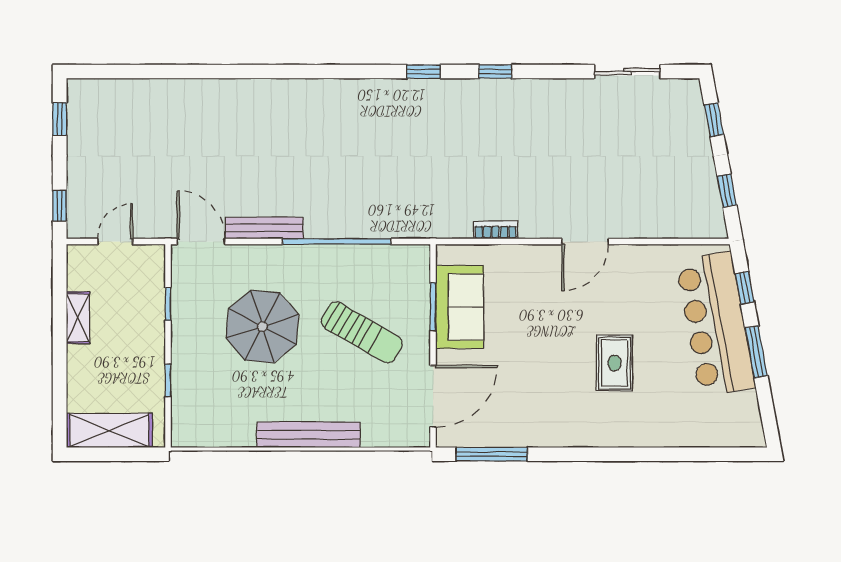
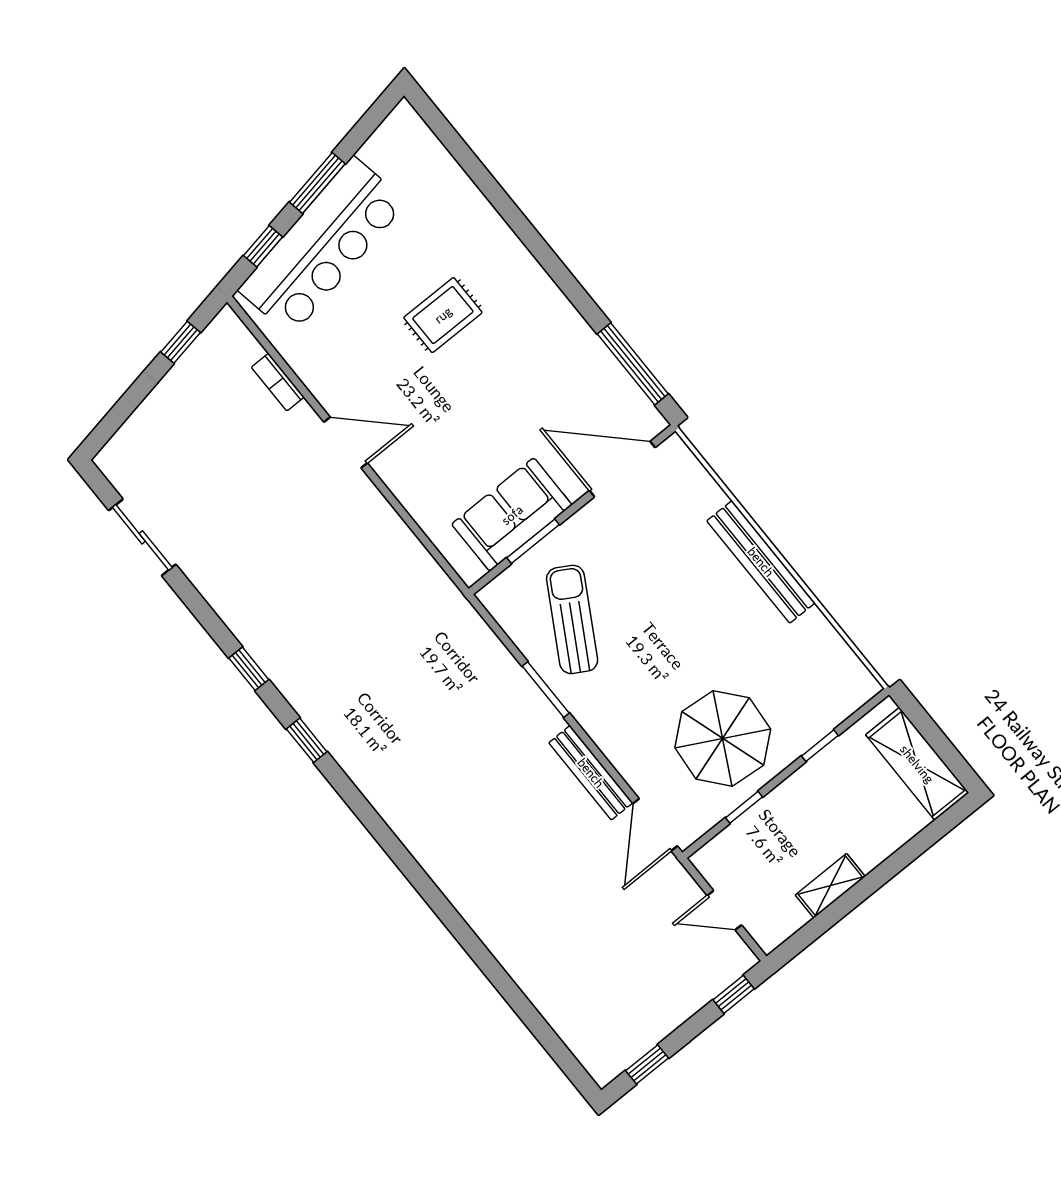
window: (714, 120) -> (121, 412), removed
bookcase: (496, 230) -> (278, 382), moved
window: (337, 241) -> (546, 690), width x0.47
parasol: (262, 326) -> (723, 738), moved
sun lounger: (362, 332) -> (572, 619), moved

